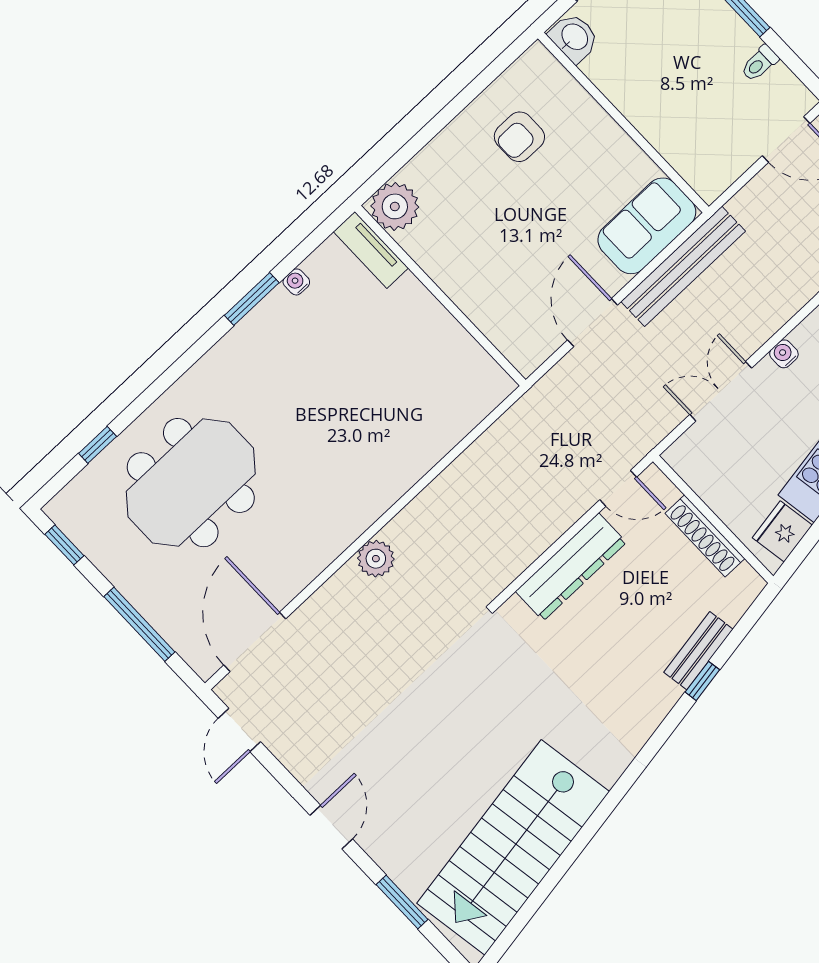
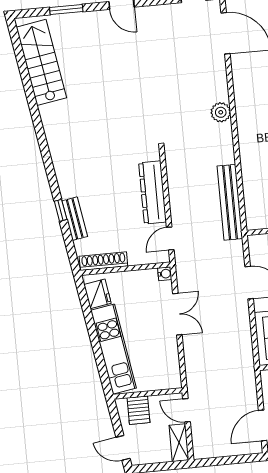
bench: (683, 266) -> (230, 202), moved
water cooler: (784, 354) -> (165, 274), moved
shoe rack: (705, 536) -> (103, 261), moved
stairs: (513, 847) -> (41, 62), width x0.73, depth x0.66

